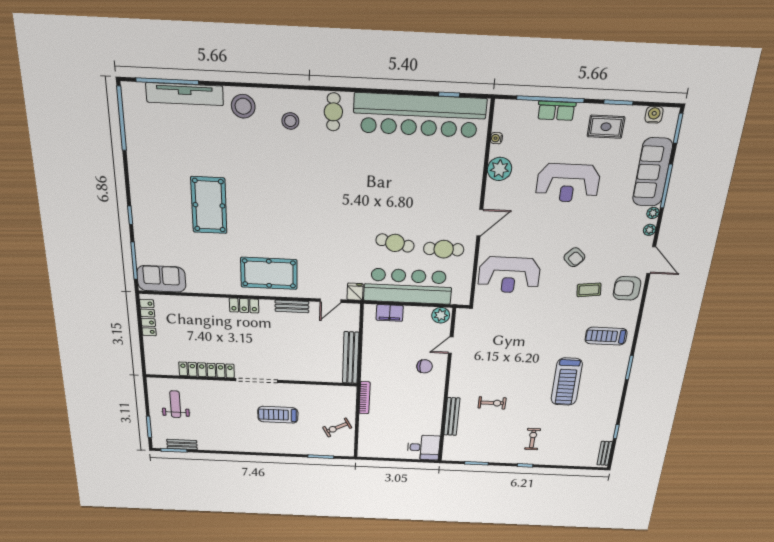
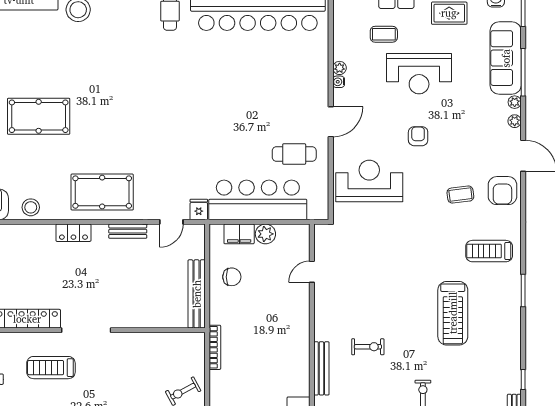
stool: (290, 121) -> (31, 207), moved
water cooler: (496, 138) -> (339, 82), moved
coffee table: (540, 144) -> (384, 34), added
plant: (499, 169) -> (340, 68), width x0.53, depth x0.53
pool table: (209, 205) -> (39, 116), turned 90
cafe table: (395, 243) -> (241, 149), removed
armchair: (574, 257) -> (418, 136), moved, turned -133
reception desk: (509, 275) -> (369, 181), turned 180
armchair: (627, 288) -> (502, 191), turned -90
plant: (441, 315) -> (265, 234), moved
chair: (425, 366) -> (232, 277), moved
treadmill: (278, 415) -> (51, 368), moved

